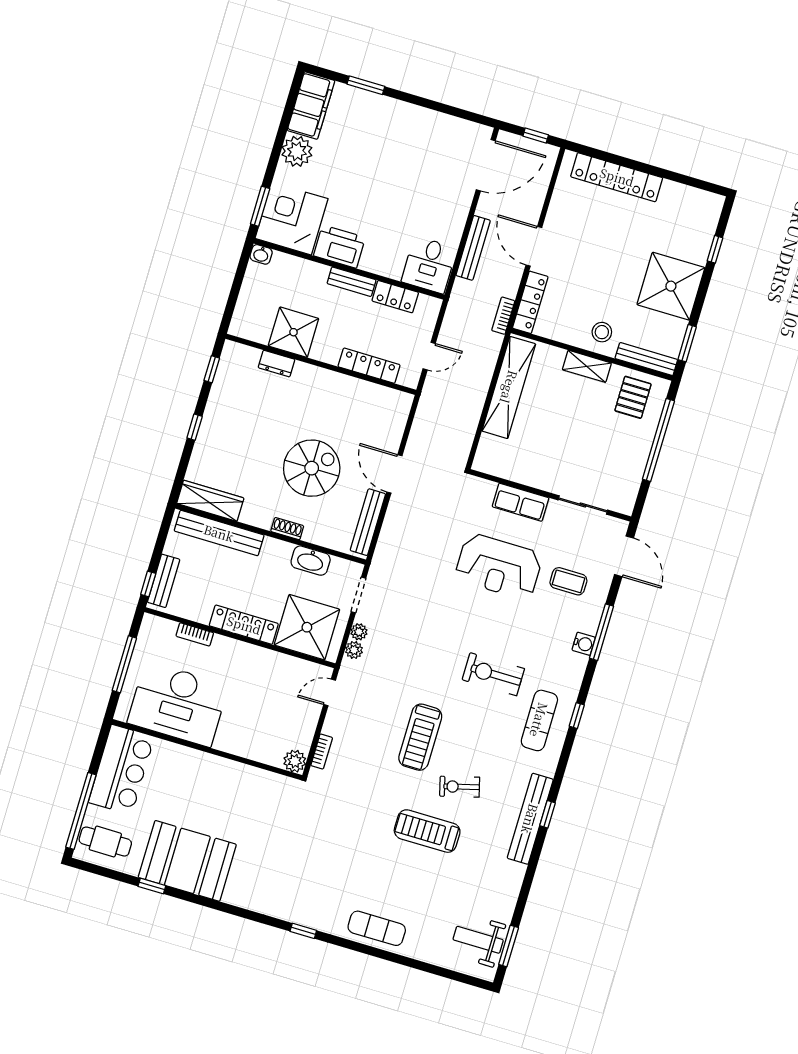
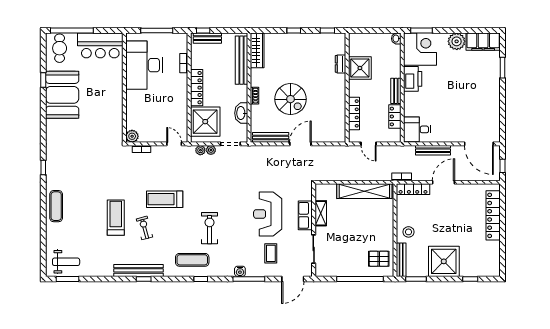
shelving: (587, 366) -> (321, 213), moved
weight bench: (478, 940) -> (66, 262), turned 90

